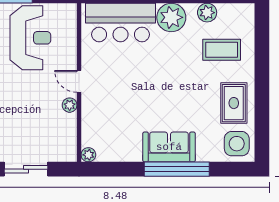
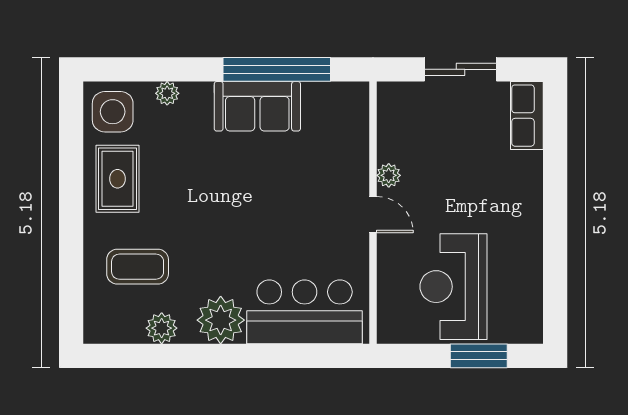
sofa: (169, 147) -> (257, 106), moved
plant: (88, 155) -> (167, 93), moved
window: (177, 169) -> (277, 69), moved

